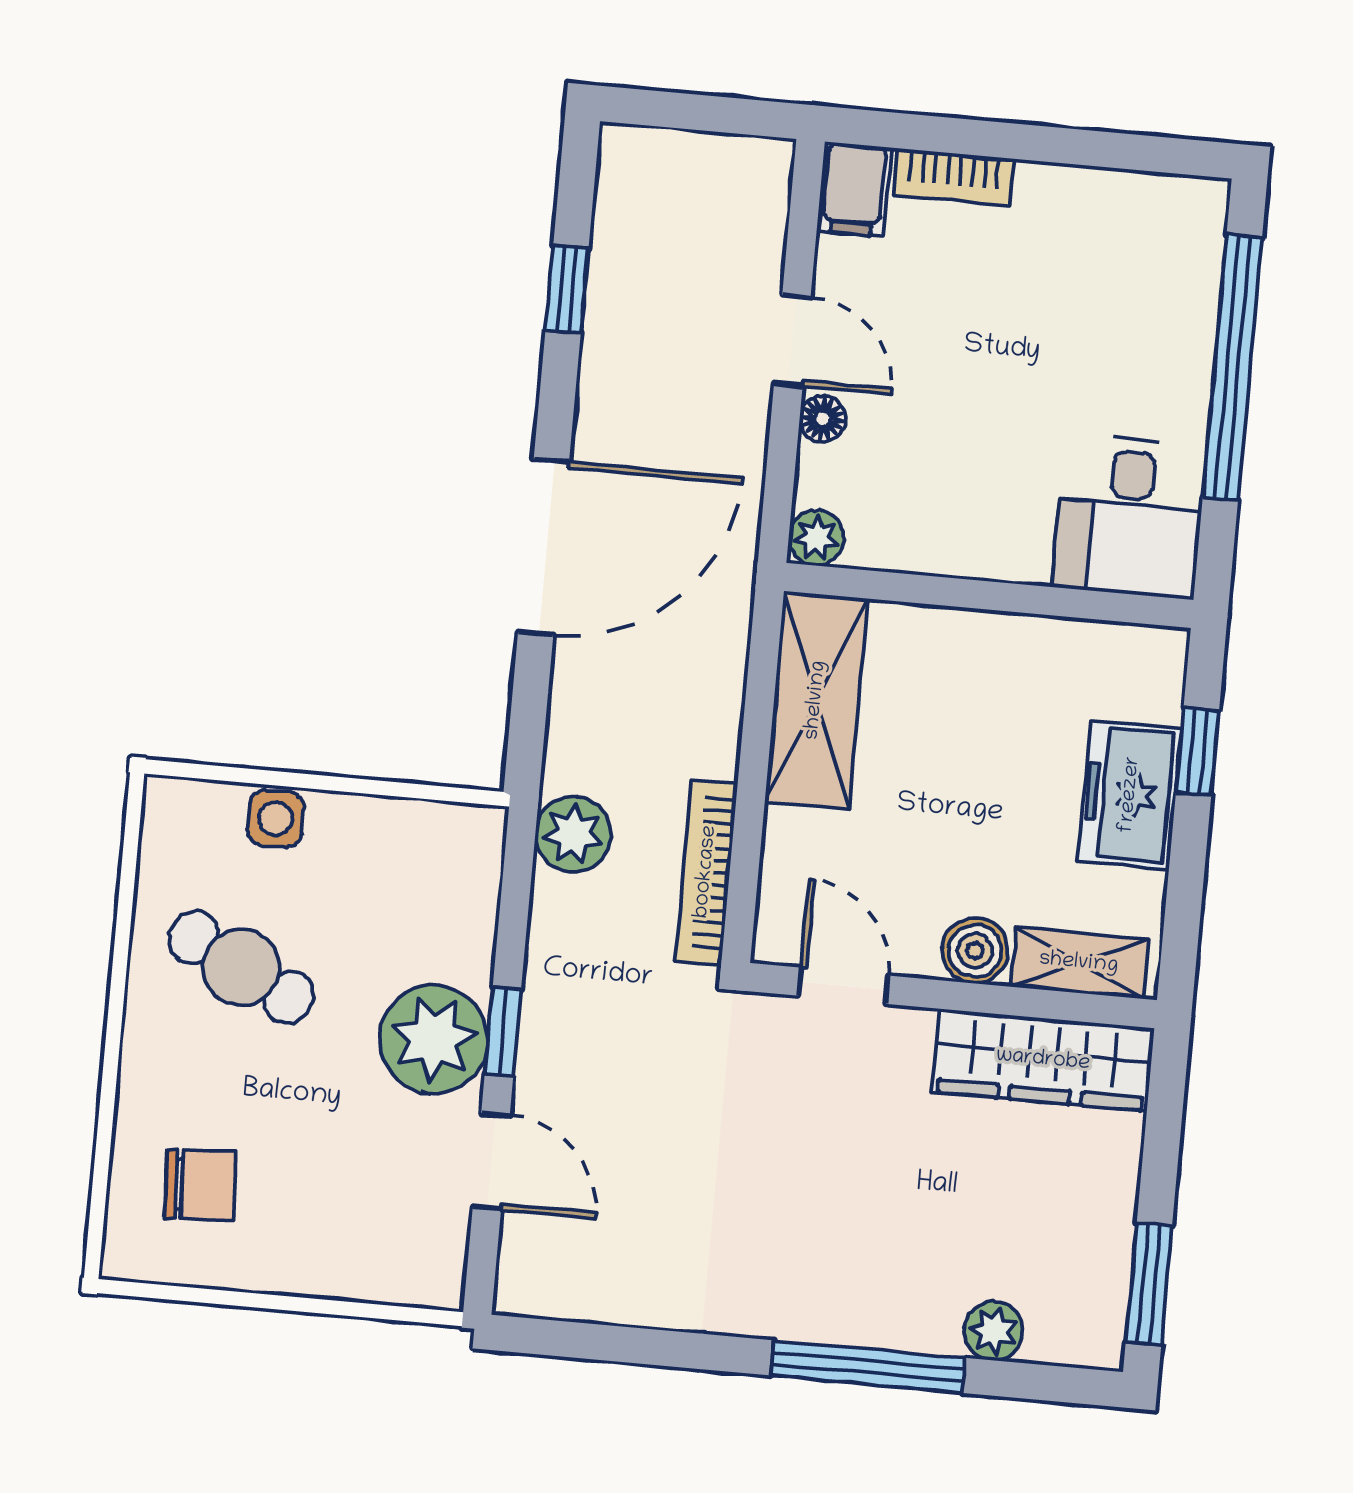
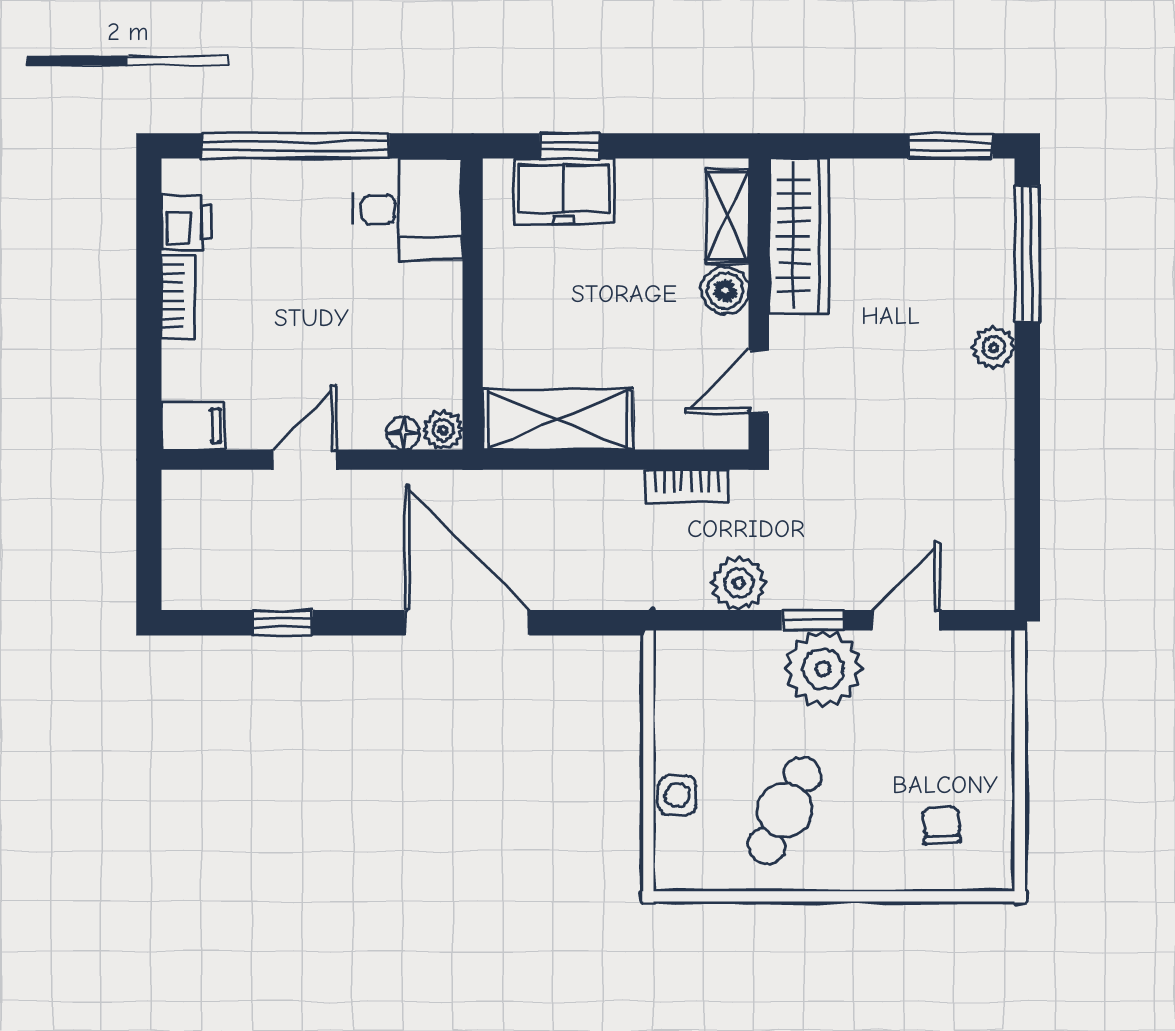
bookcase: (954, 177) -> (178, 296), moved
printer: (1139, 205) -> (186, 223), added
floor lamp: (823, 419) -> (403, 433), moved
freezer: (1130, 795) -> (564, 191), moved
plant: (573, 834) -> (739, 583), moved
bookcase: (706, 872) -> (687, 486), width x0.64
chair: (200, 1185) -> (941, 825), width x0.73, depth x0.73
plant: (994, 1331) -> (994, 348), moved
window: (868, 1367) -> (1027, 254), moved

